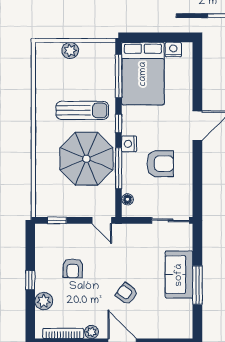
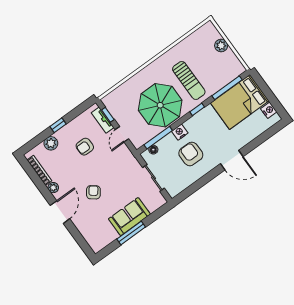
nightstand: (129, 144) -> (180, 132), moved
armchair: (160, 164) -> (191, 154), turned 180
window: (119, 168) -> (158, 138), moved
door: (102, 220) -> (122, 134), moved
sliding door: (171, 220) -> (154, 178), moved
tv unit: (59, 230) -> (103, 120), added

